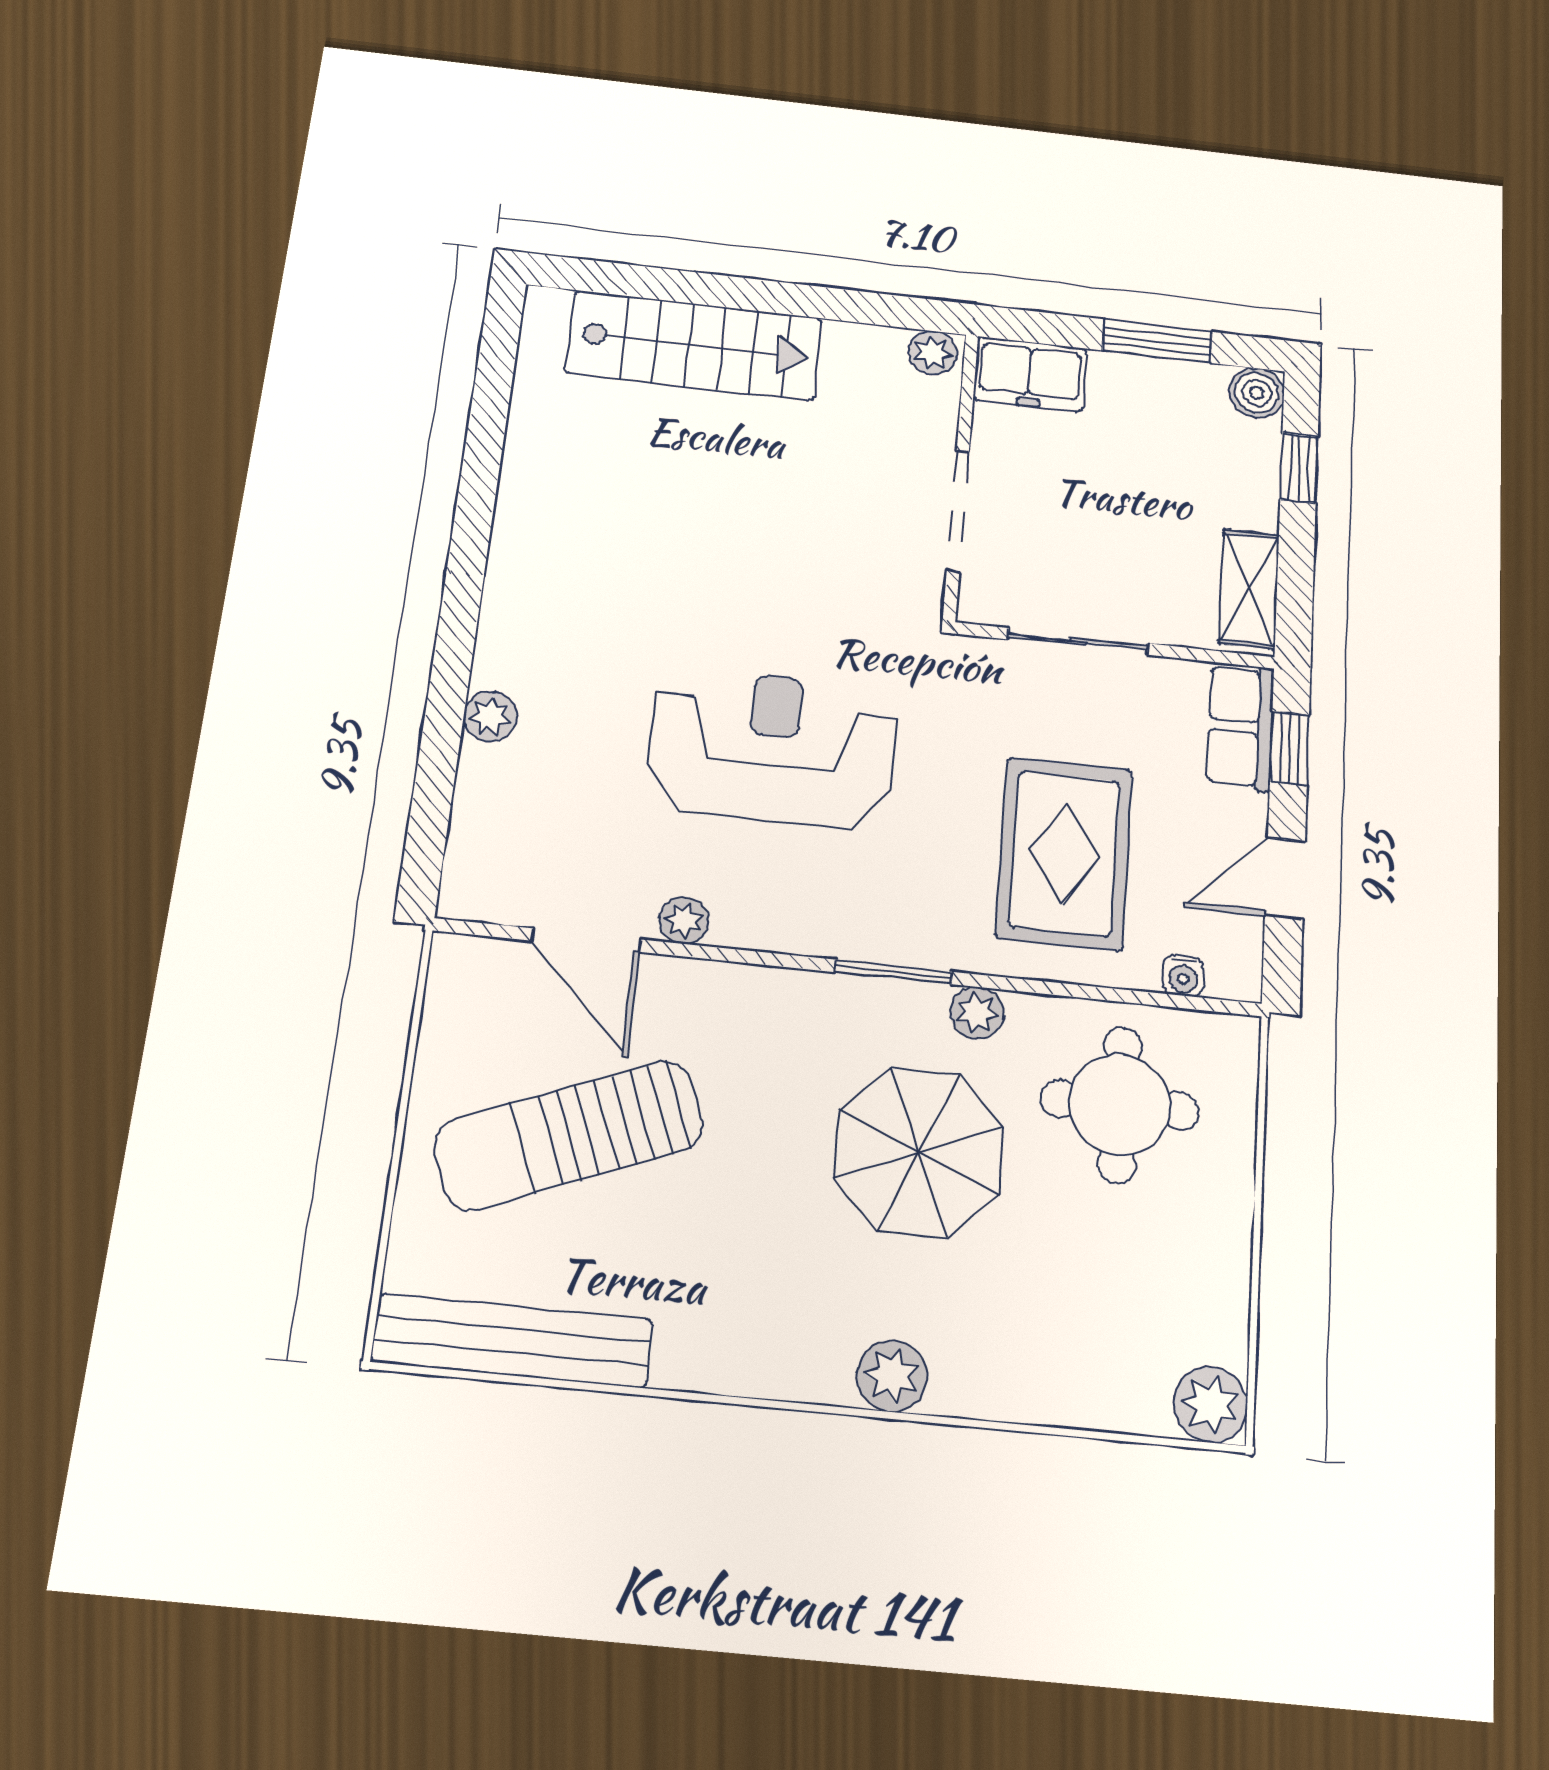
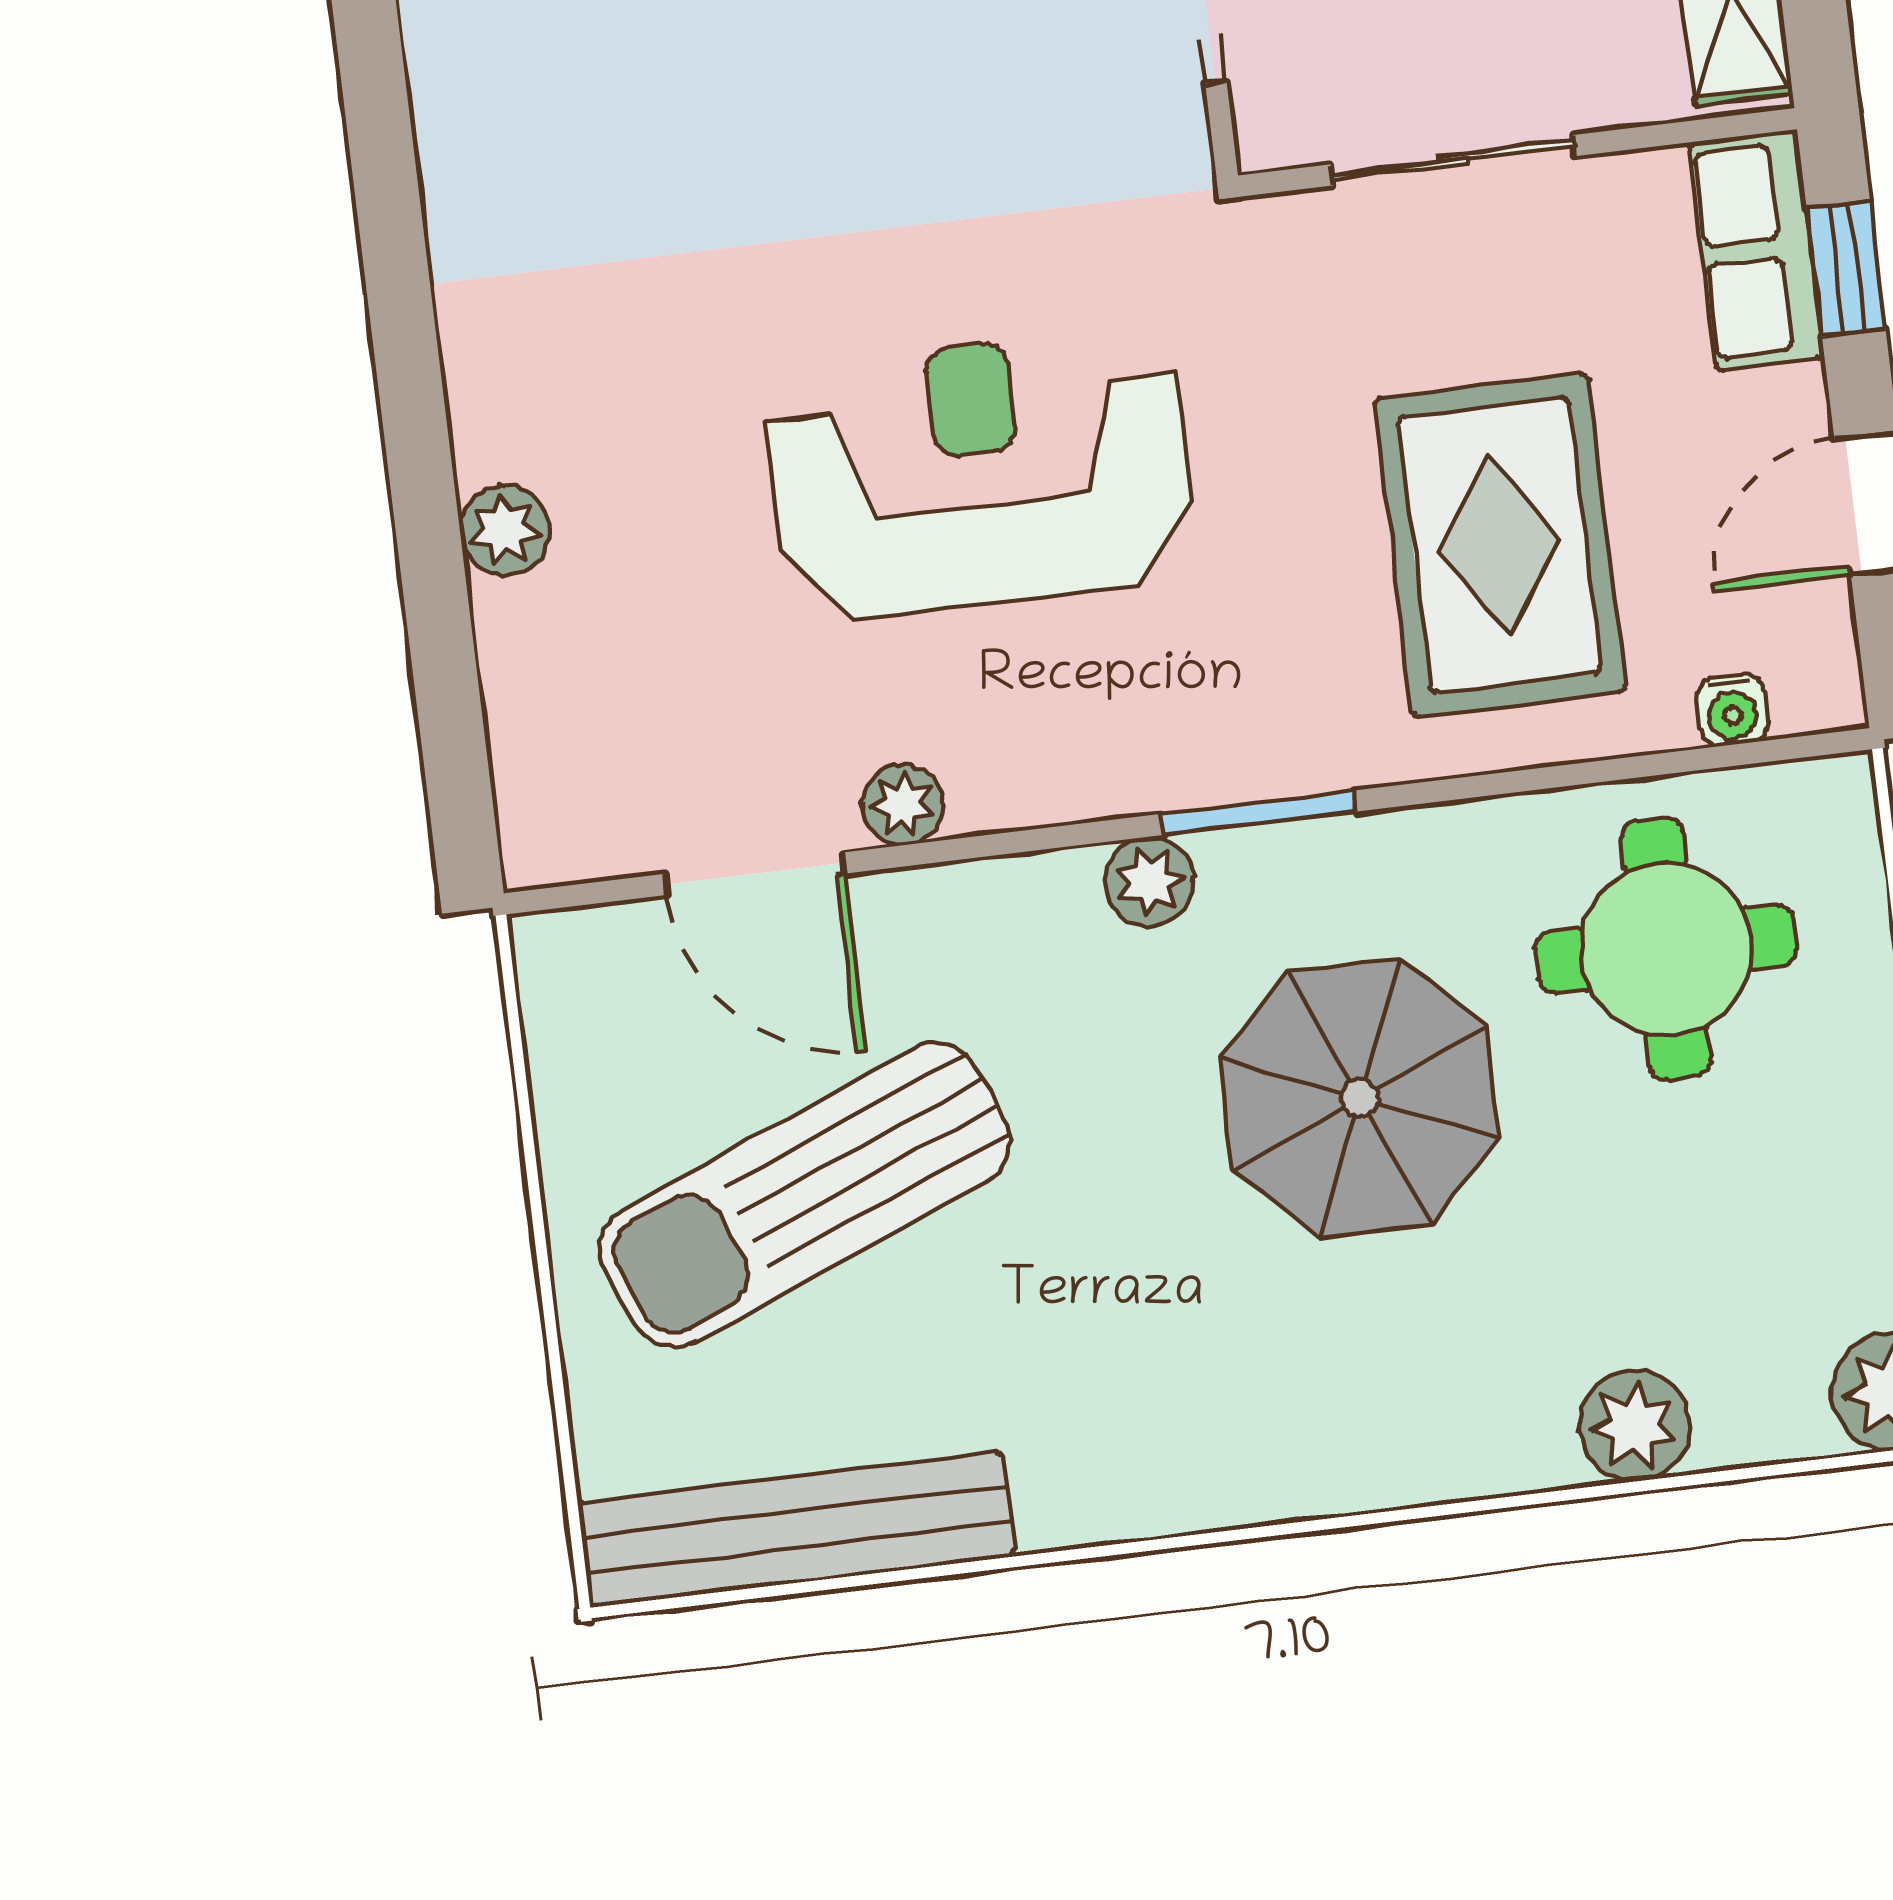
plant: (977, 1013) -> (1150, 881), moved
plant: (892, 1376) -> (1635, 1426), moved

